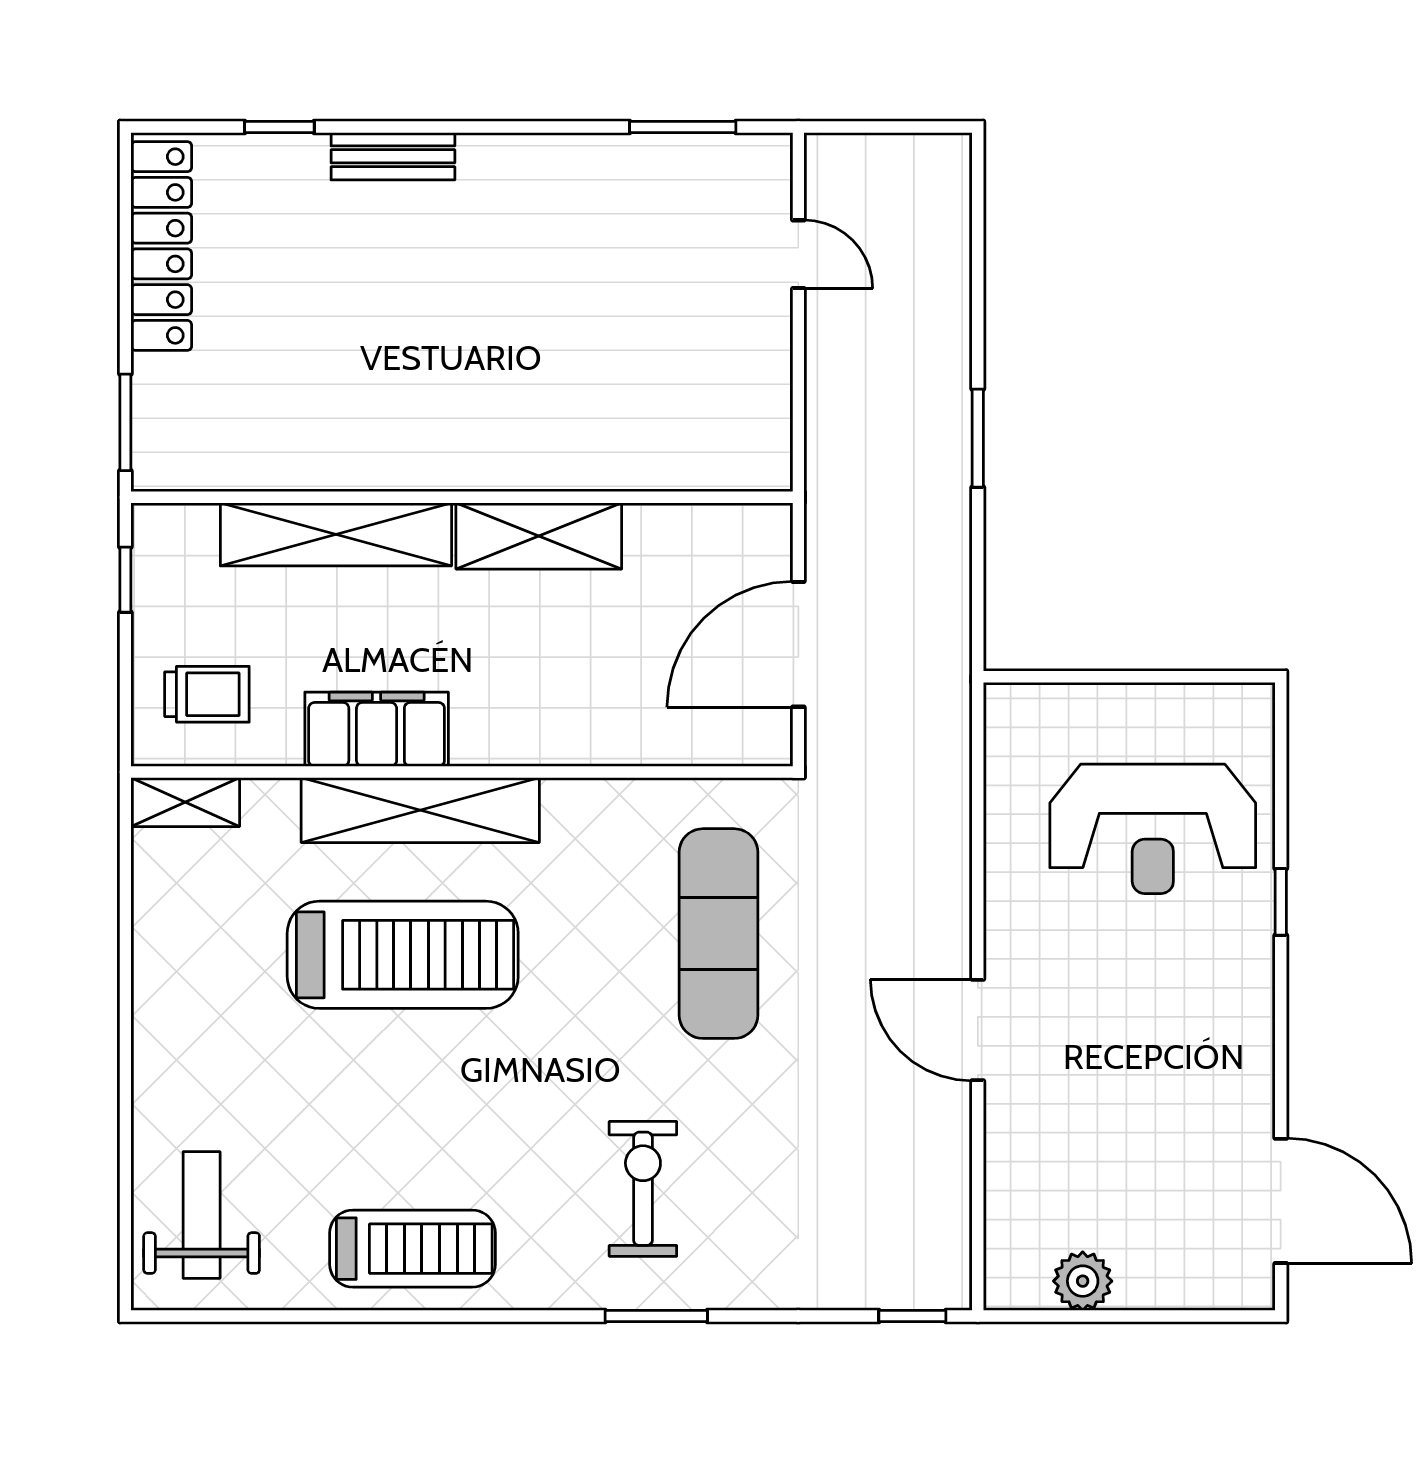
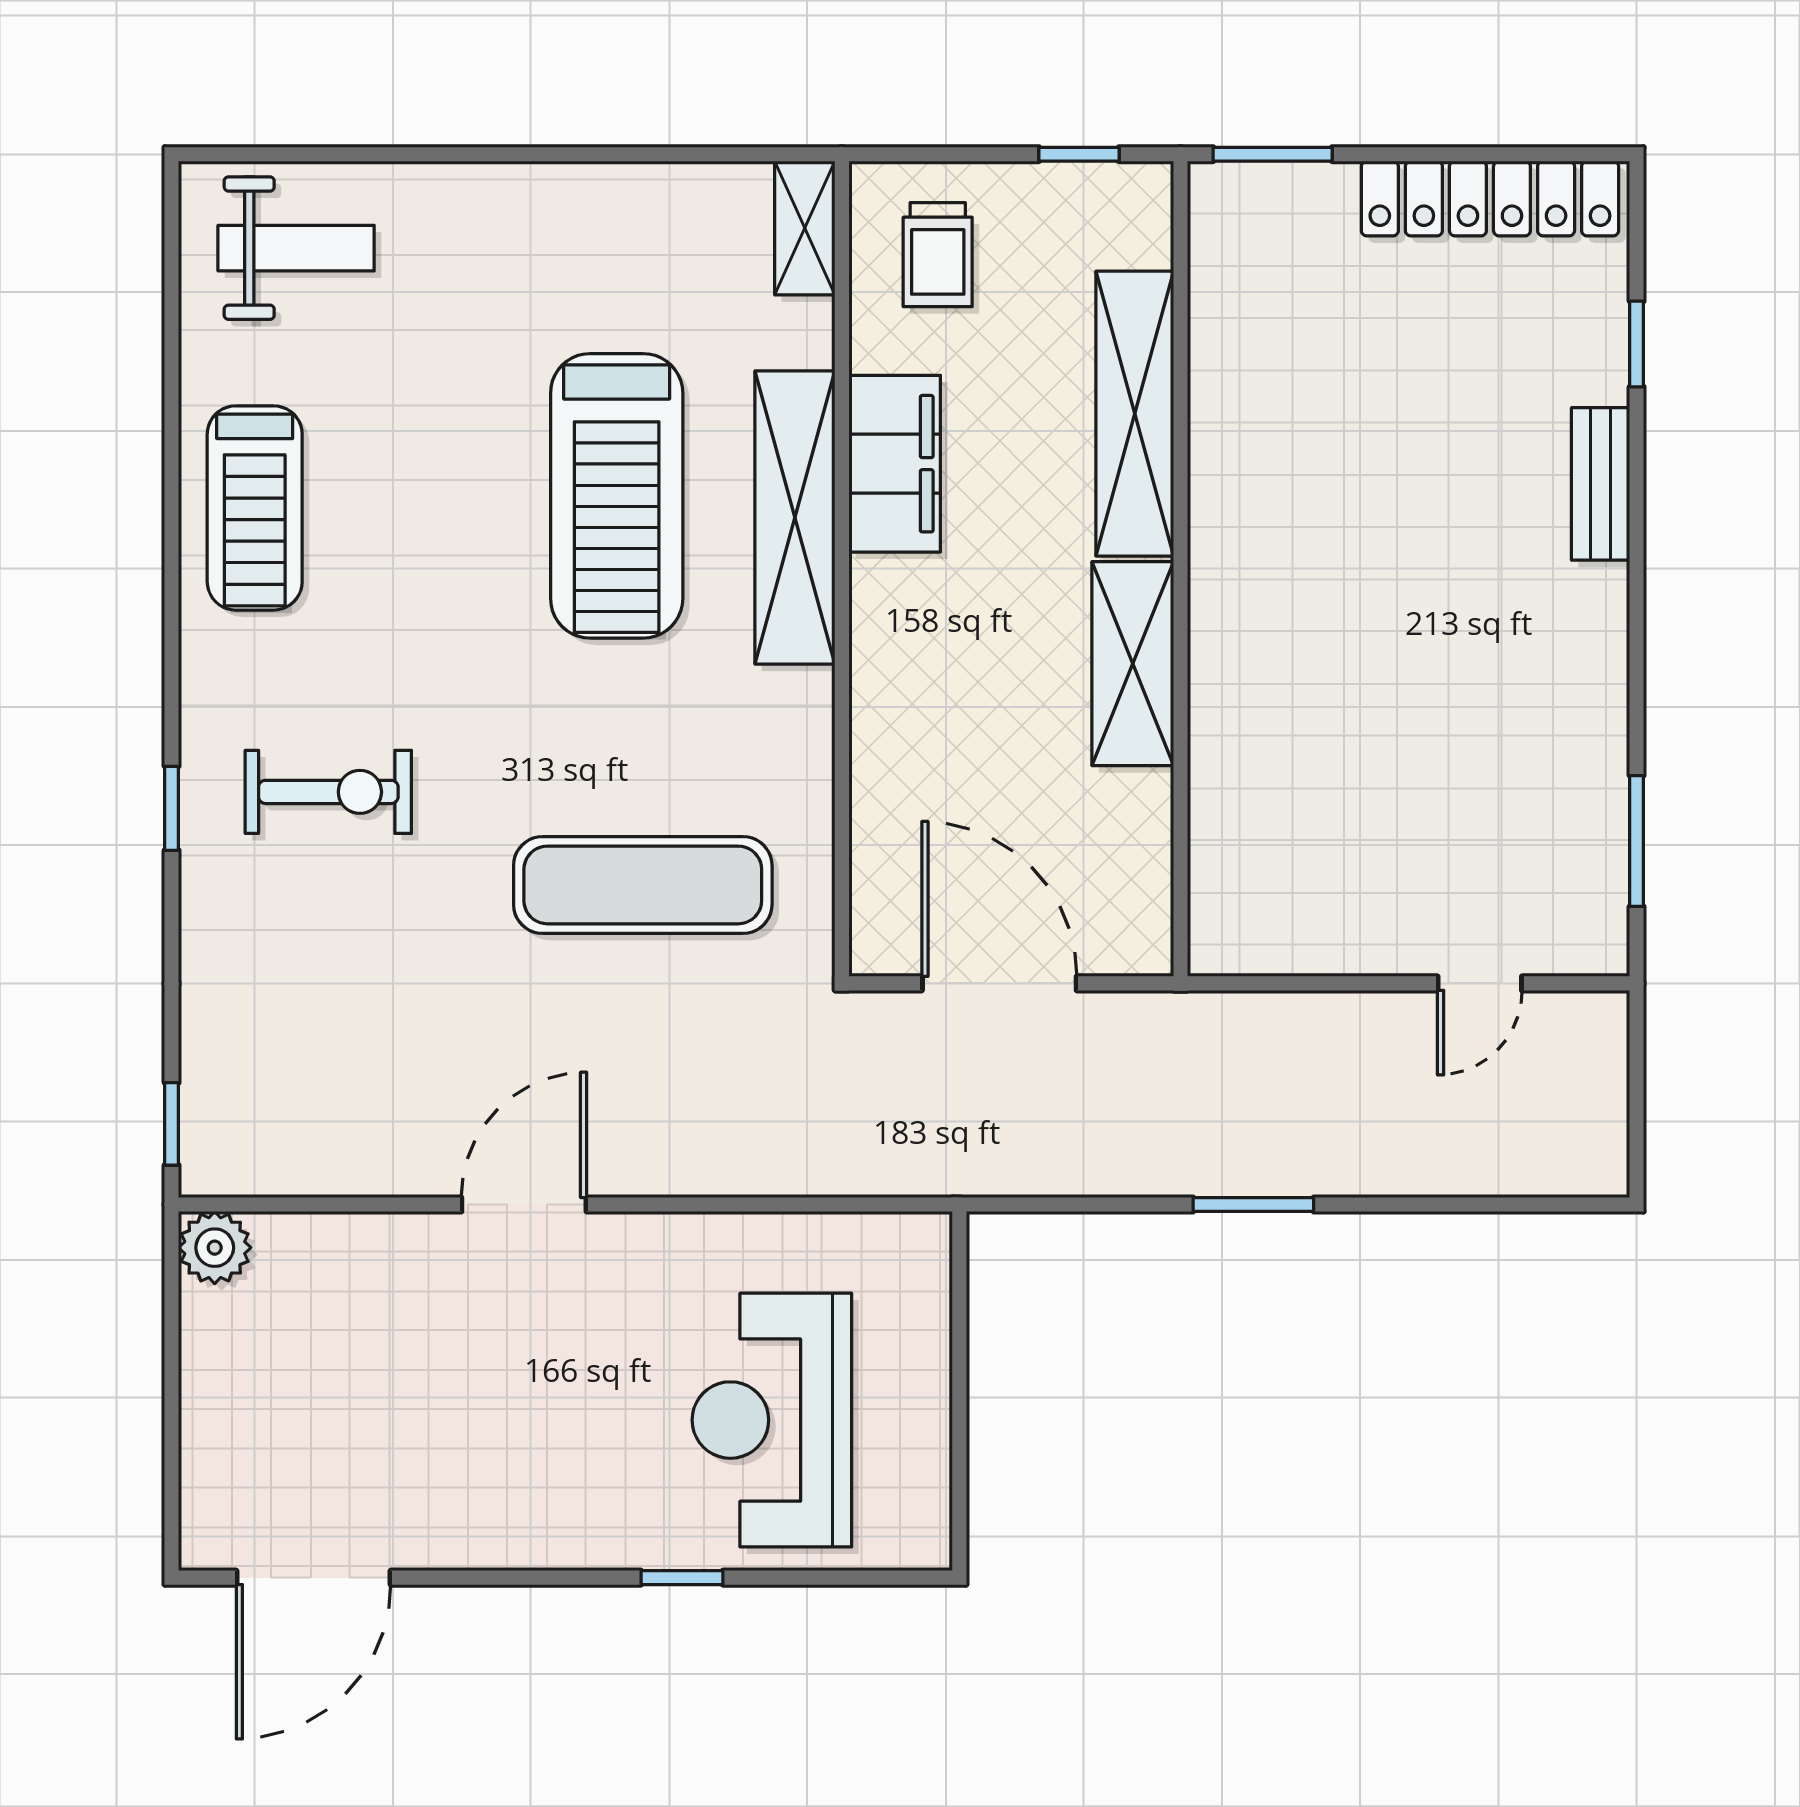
plant: (1083, 1281) -> (215, 1248), moved
window: (656, 1316) -> (172, 808), width x0.67

